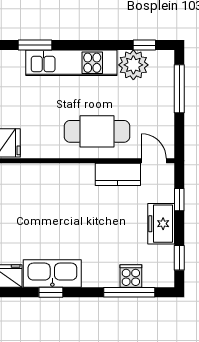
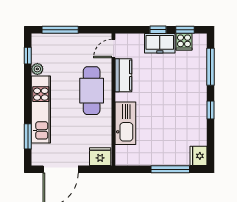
plant: (133, 65) -> (37, 69), width x0.53, depth x0.53
window: (179, 200) -> (158, 30), moved
kitchen sink: (52, 274) -> (125, 123), moved, turned 180
cooker: (131, 276) -> (184, 42), moved, turned -90
window: (51, 292) -> (210, 110), moved

